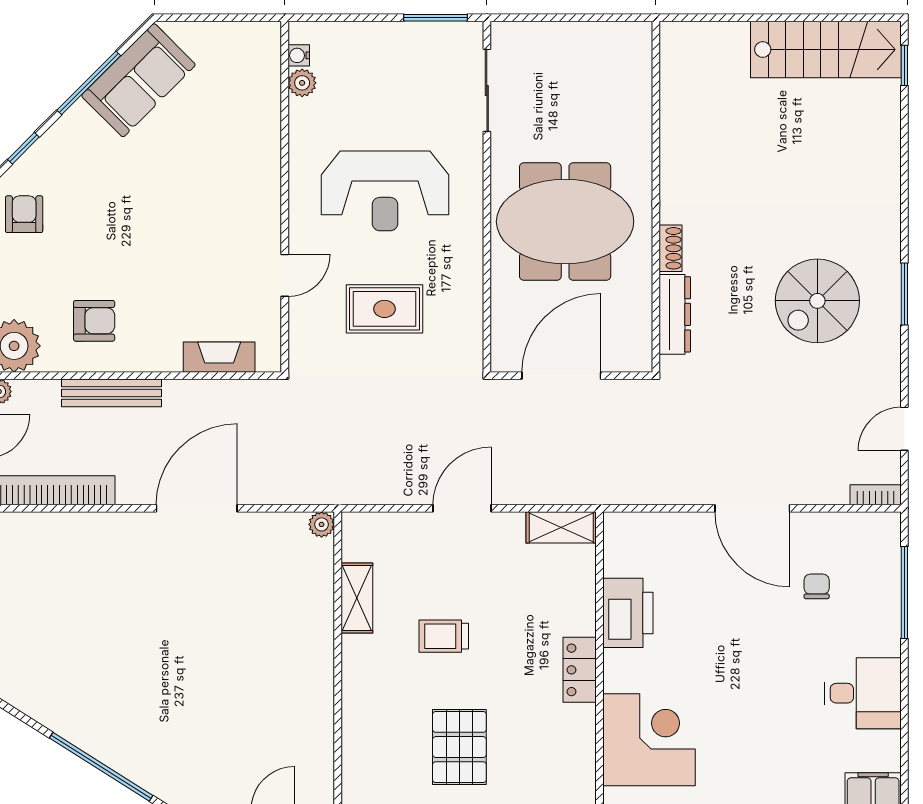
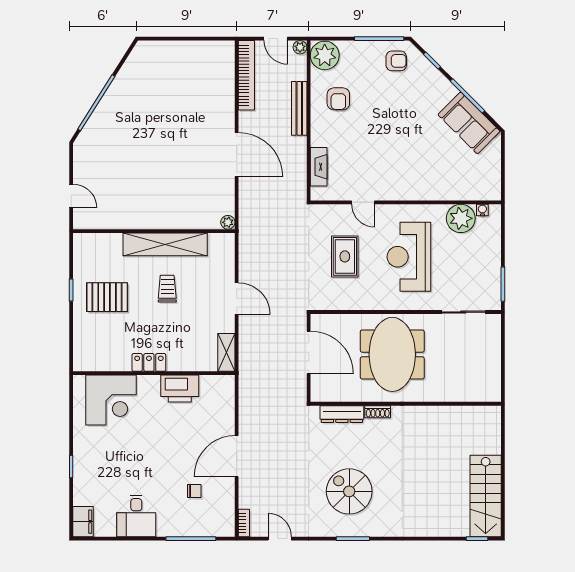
plant: (302, 83) -> (461, 218), width x1.88, depth x1.88
shelving: (357, 598) -> (165, 244), width x2.20, depth x1.33

